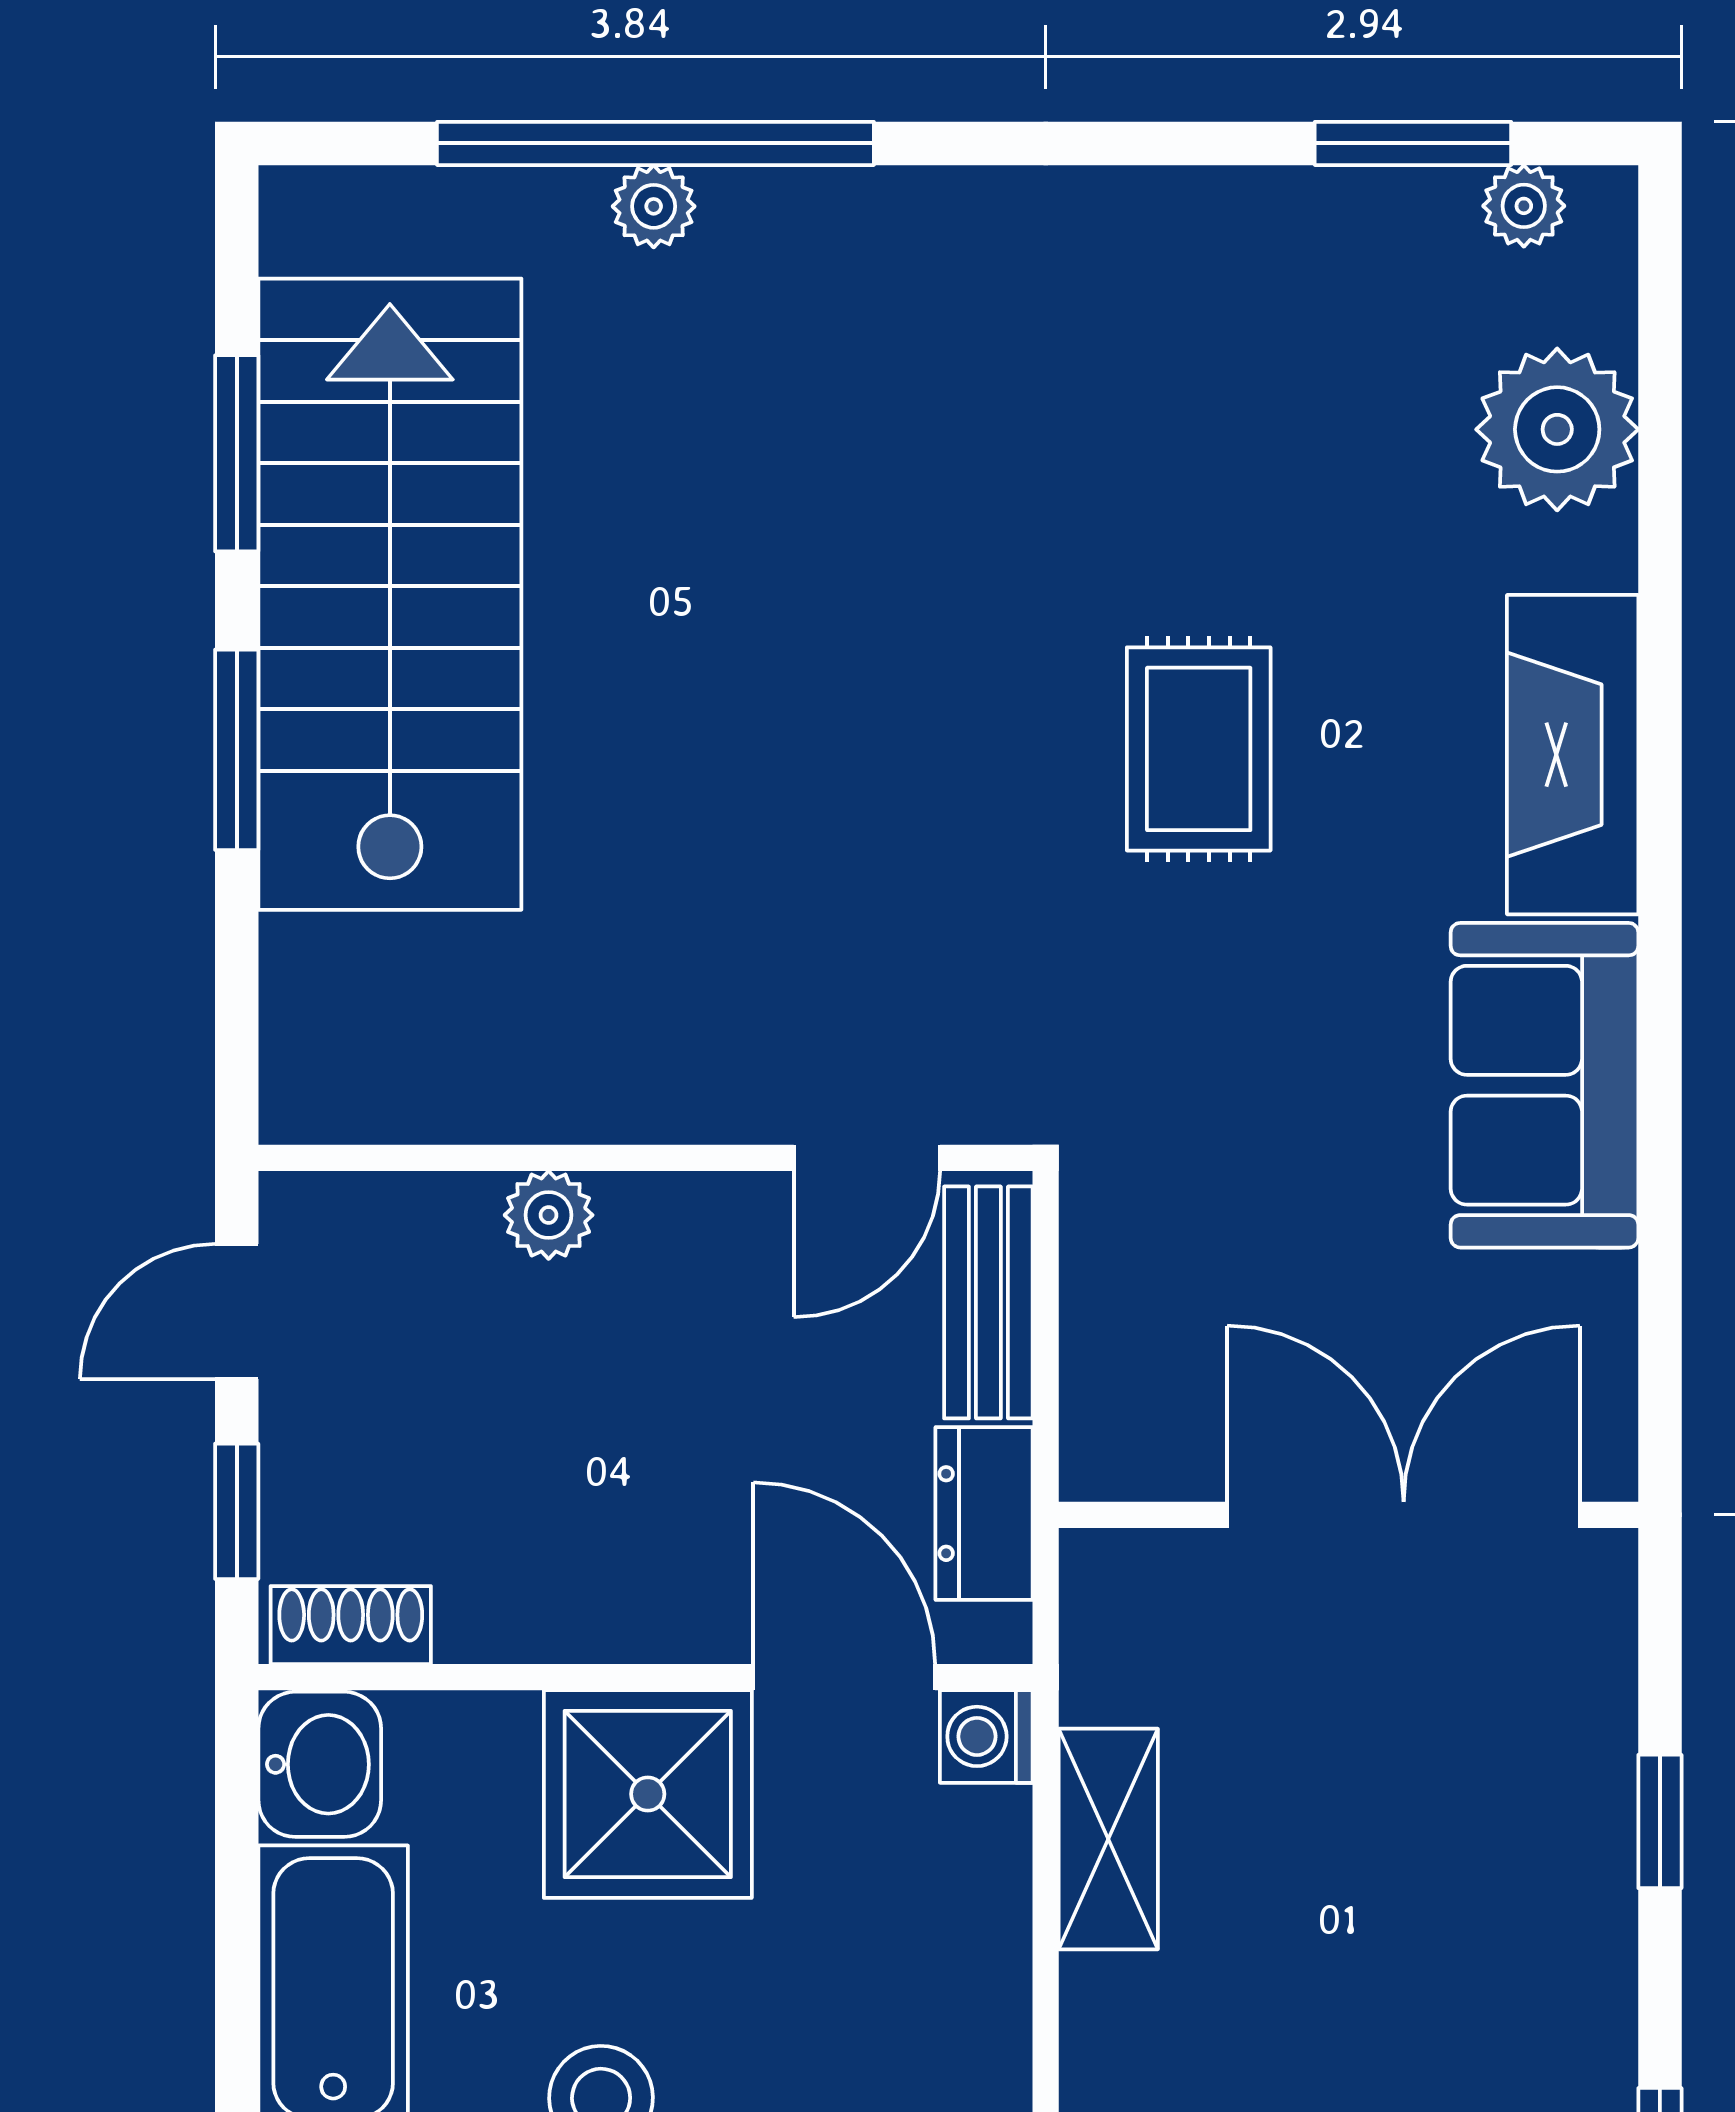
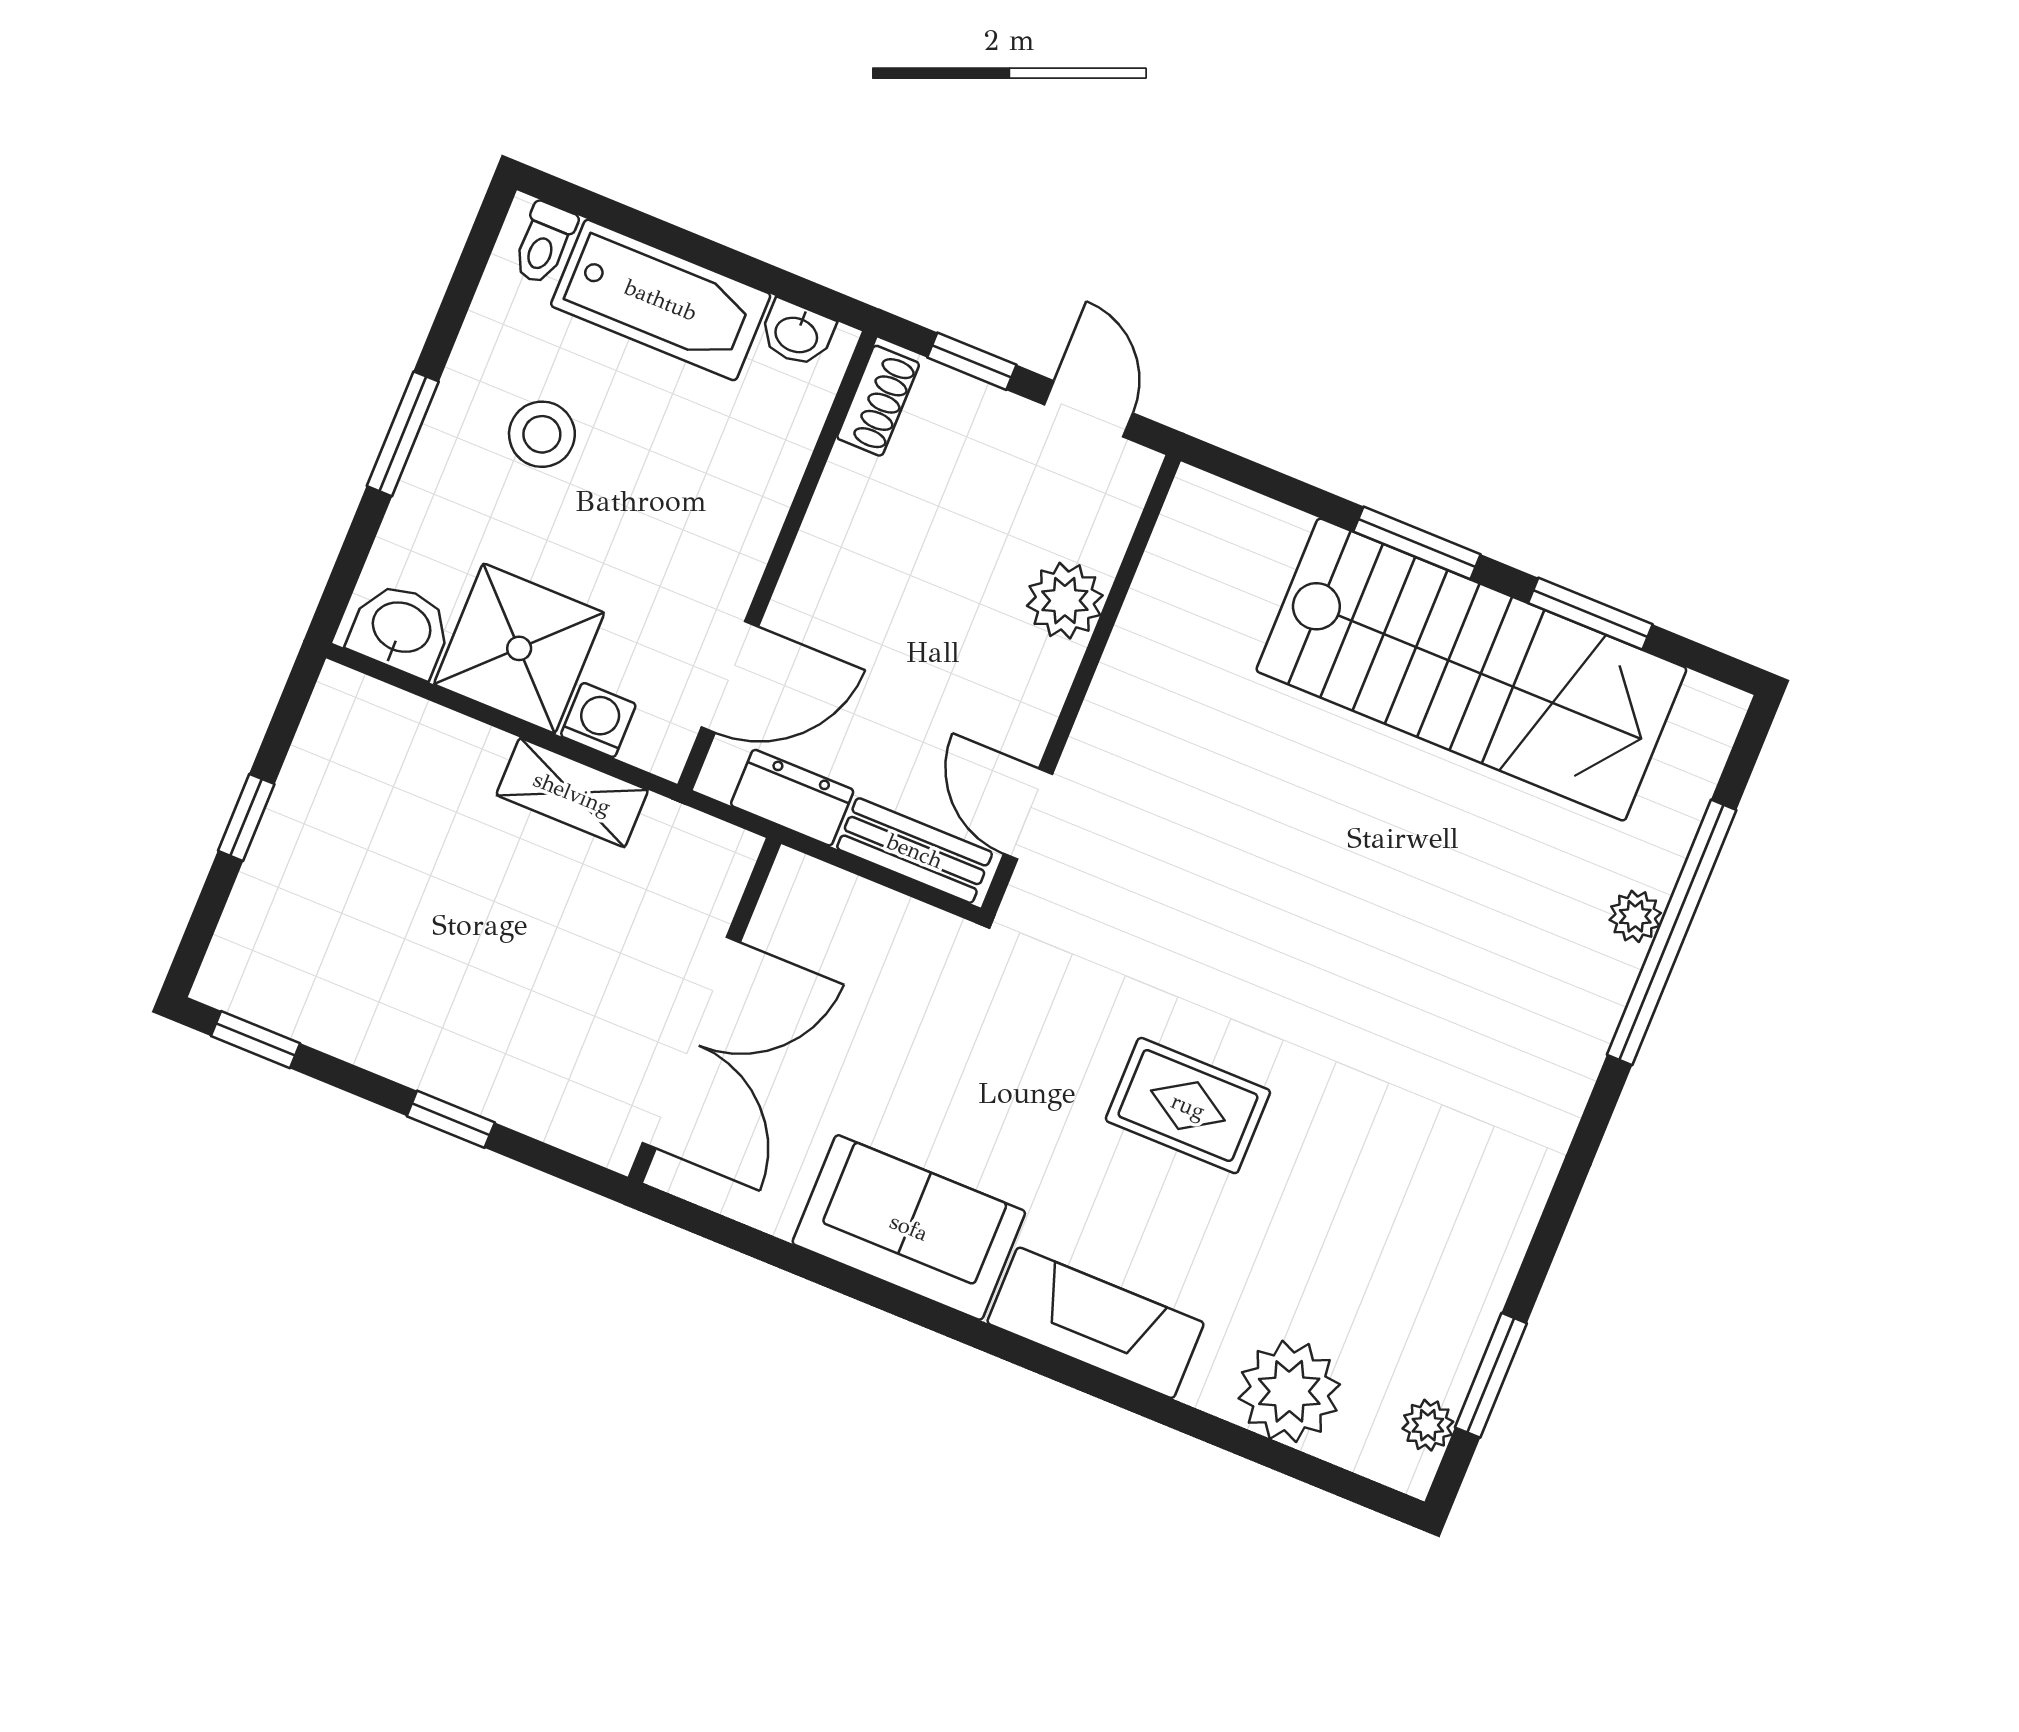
plant: (549, 1215) -> (1065, 601), width x1.38, depth x1.38
washing machine: (986, 1736) -> (598, 720), moved
washbasin: (320, 1764) -> (797, 333), width x0.72, depth x0.69
shower: (648, 1794) -> (519, 648), moved

